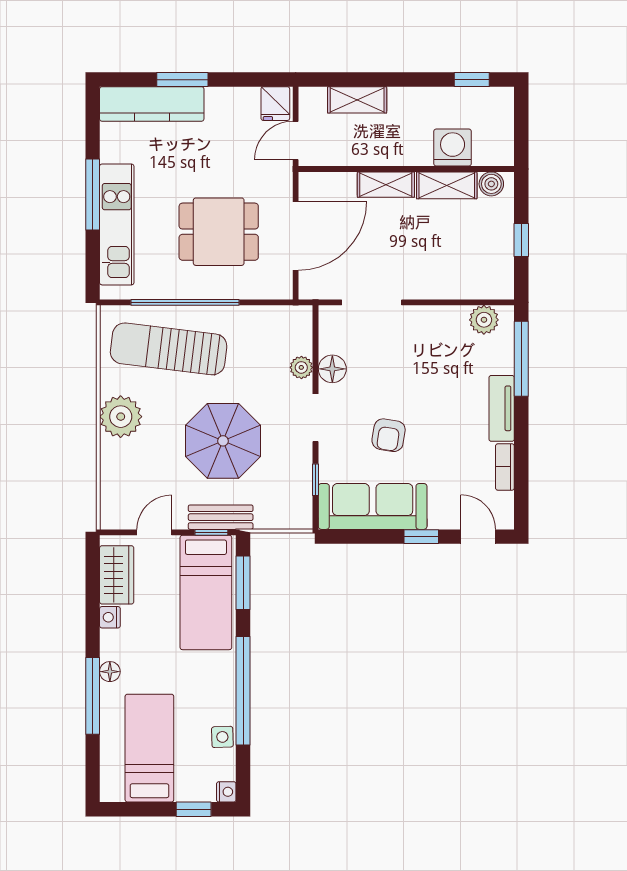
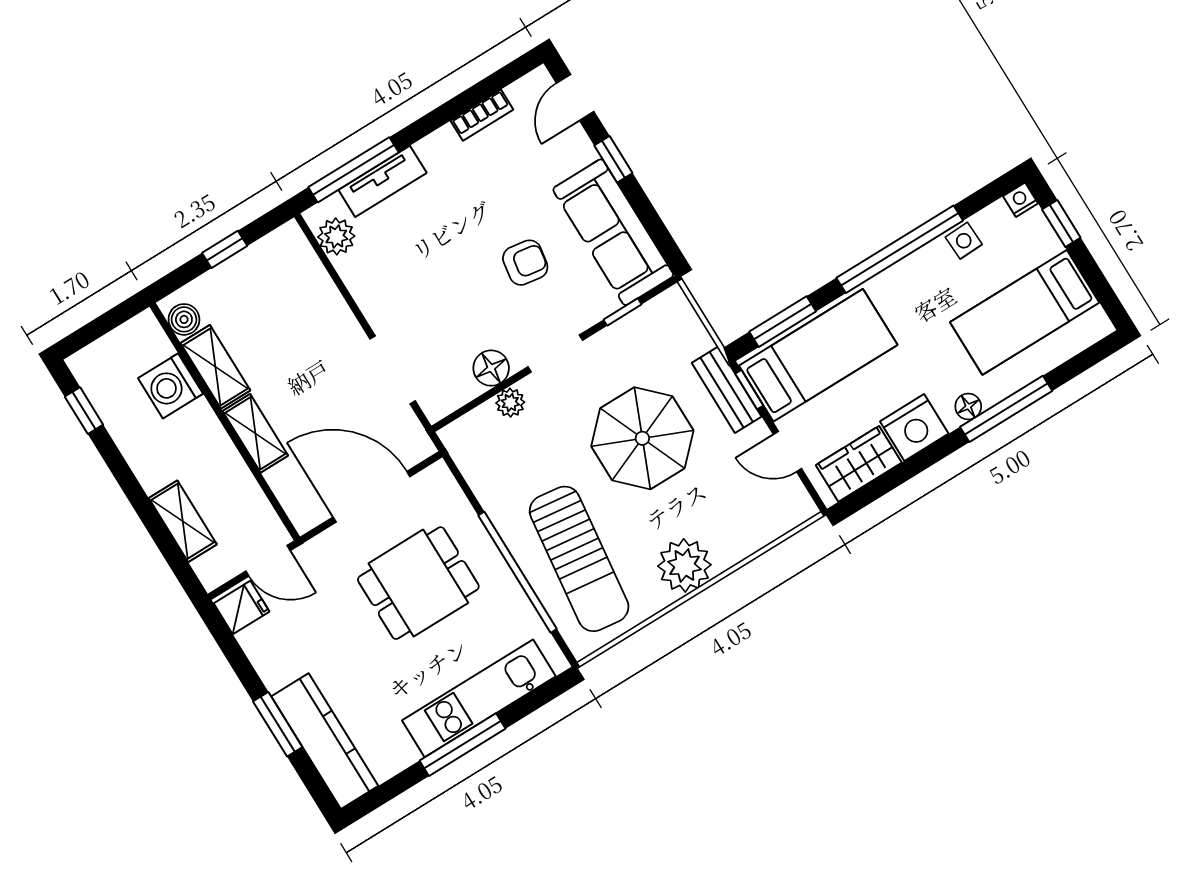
dining table: (219, 232) -> (418, 583), turned 90
tv unit: (502, 408) -> (383, 181), moved
nightstand: (110, 617) -> (914, 428), width x1.89, depth x1.79

